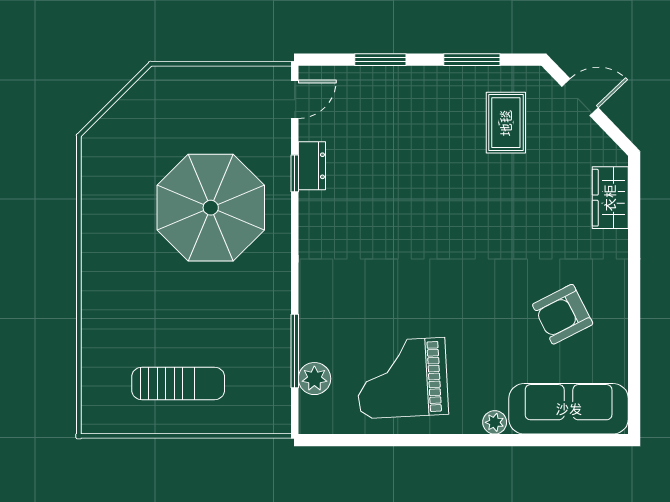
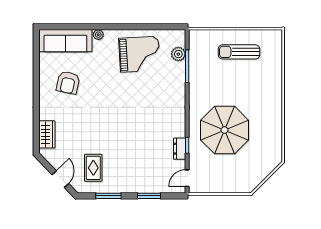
door: (580, 97) -> (60, 179), swing flipped
armchair: (563, 314) -> (68, 83), turned 129

